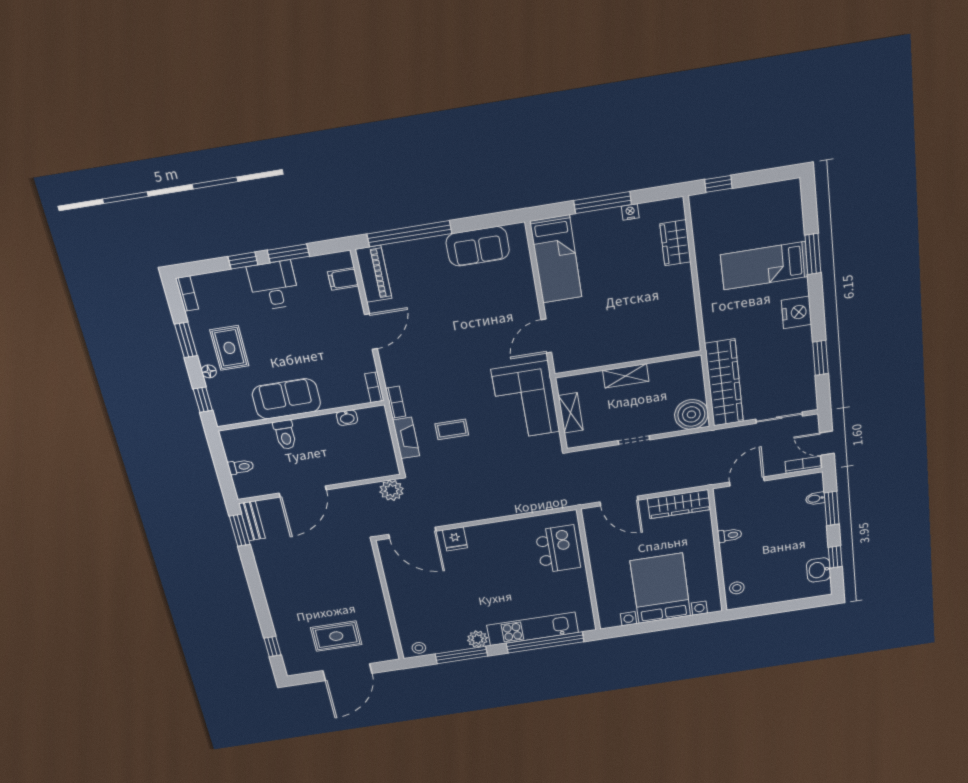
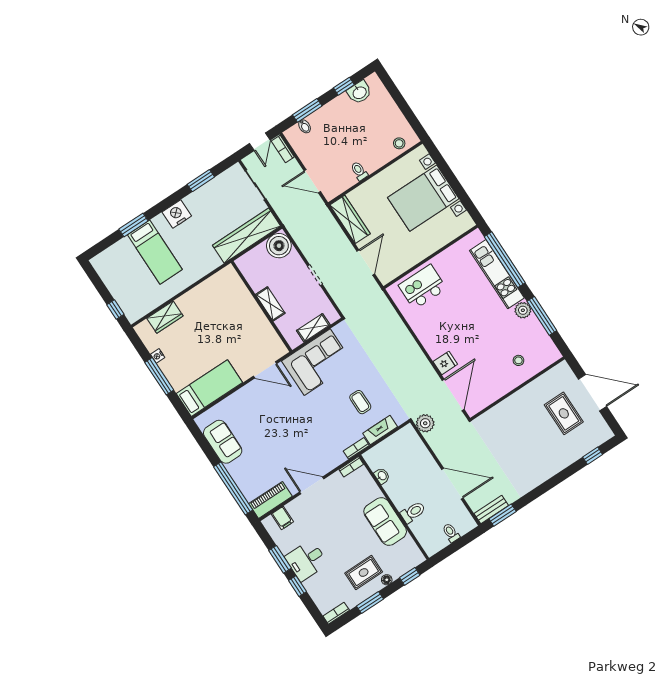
stool: (419, 648) -> (518, 360), moved

